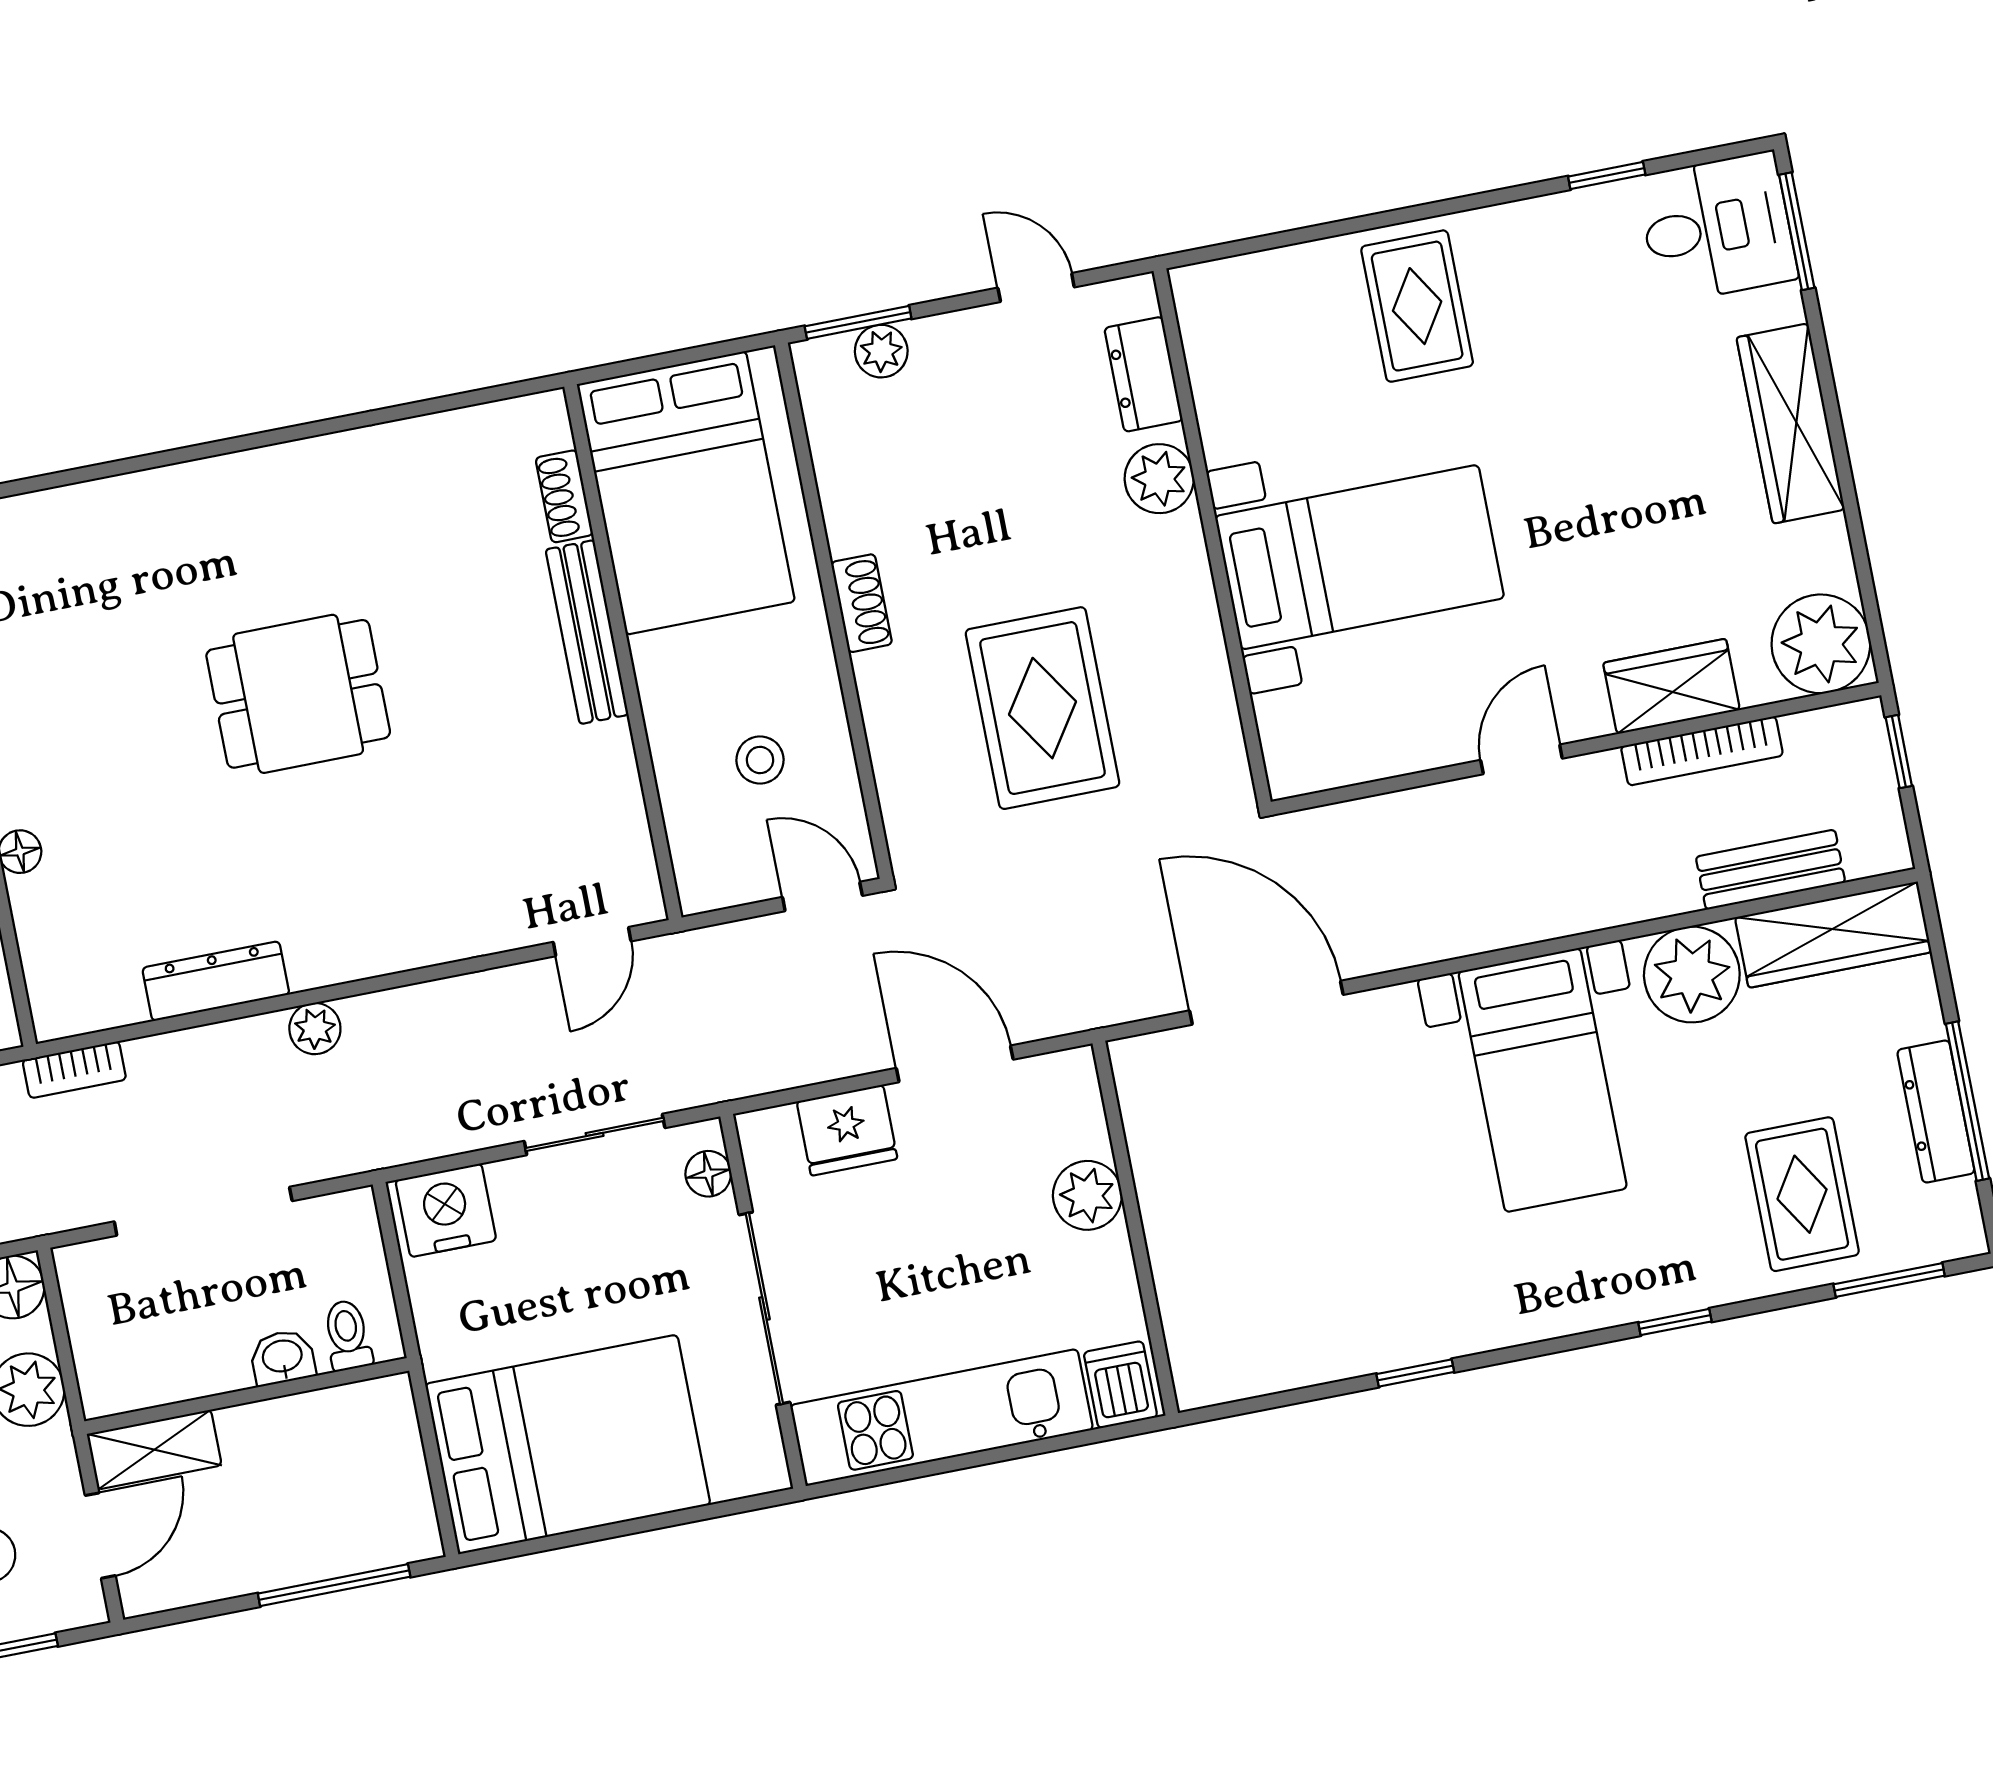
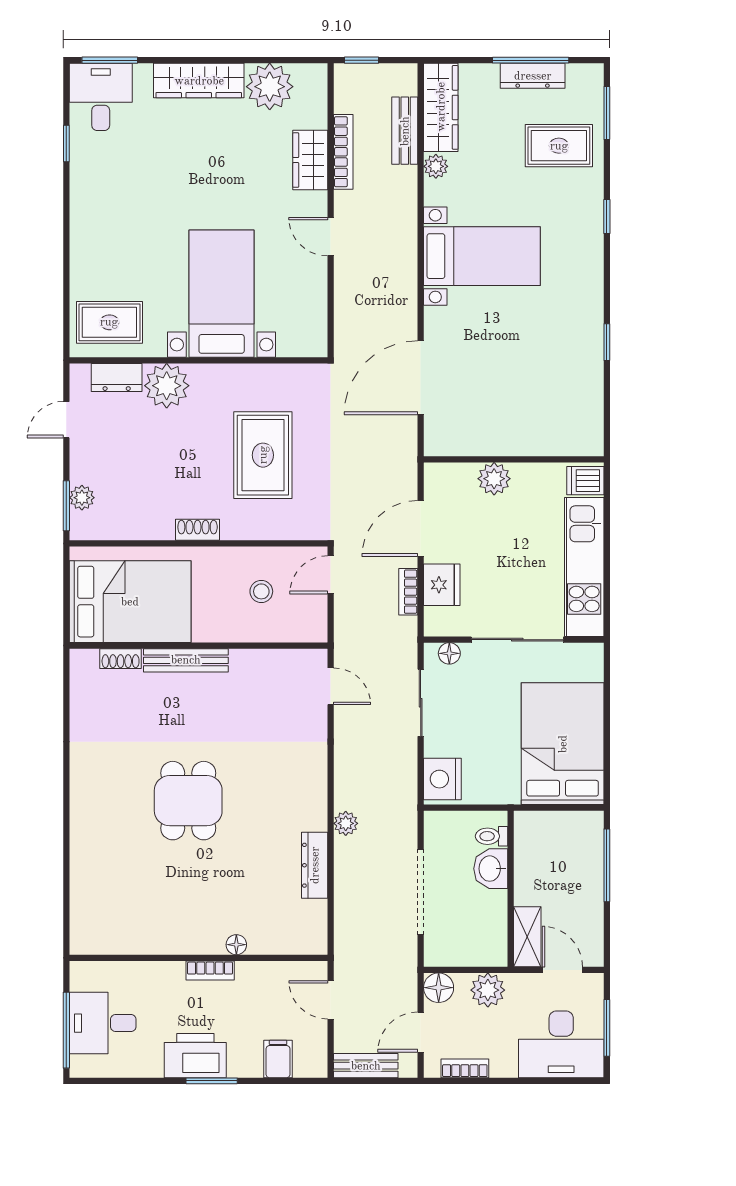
rug: (1417, 306) -> (109, 322), moved
plant: (1159, 479) -> (167, 386), width x1.36, depth x1.36
plant: (1821, 644) -> (270, 87), moved
rug: (1043, 708) -> (263, 455), turned 90
plant: (1692, 974) -> (436, 166), width x0.53, depth x0.53
bookcase: (74, 1070) -> (408, 592), moved, turned 180
washbasin: (282, 1357) -> (491, 869), width x1.38, depth x1.45

